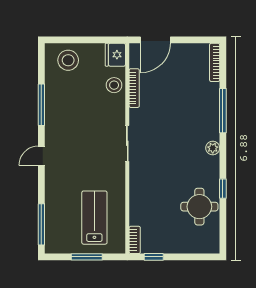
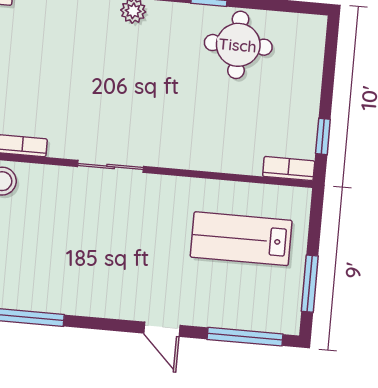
door: (41, 156) -> (162, 329), moved
window: (87, 257) -> (310, 284), moved

